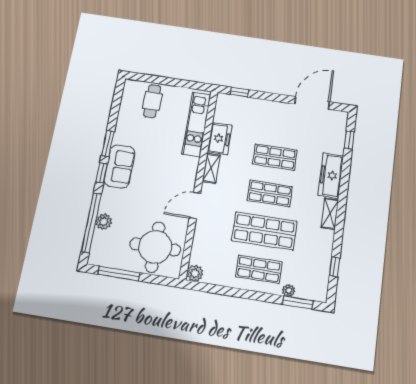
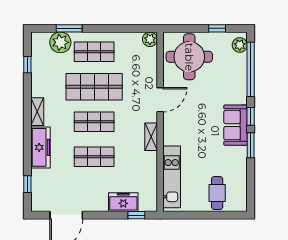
freezer: (220, 139) -> (123, 202), moved, turned 90
plant: (104, 222) -> (240, 45), moved
window: (119, 273) -> (217, 28), width x0.46
plant: (289, 290) -> (60, 42), width x1.88, depth x1.88
window: (298, 303) -> (69, 28), moved

